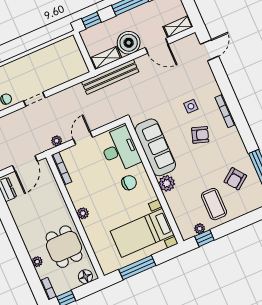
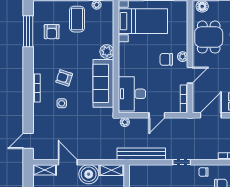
bench: (110, 77) -> (141, 154), moved
plant: (57, 141) -> (125, 122), moved
armchair: (235, 179) -> (52, 32), turned 127
chair: (129, 183) -> (166, 59), moved
door: (66, 197) -> (190, 75), added

